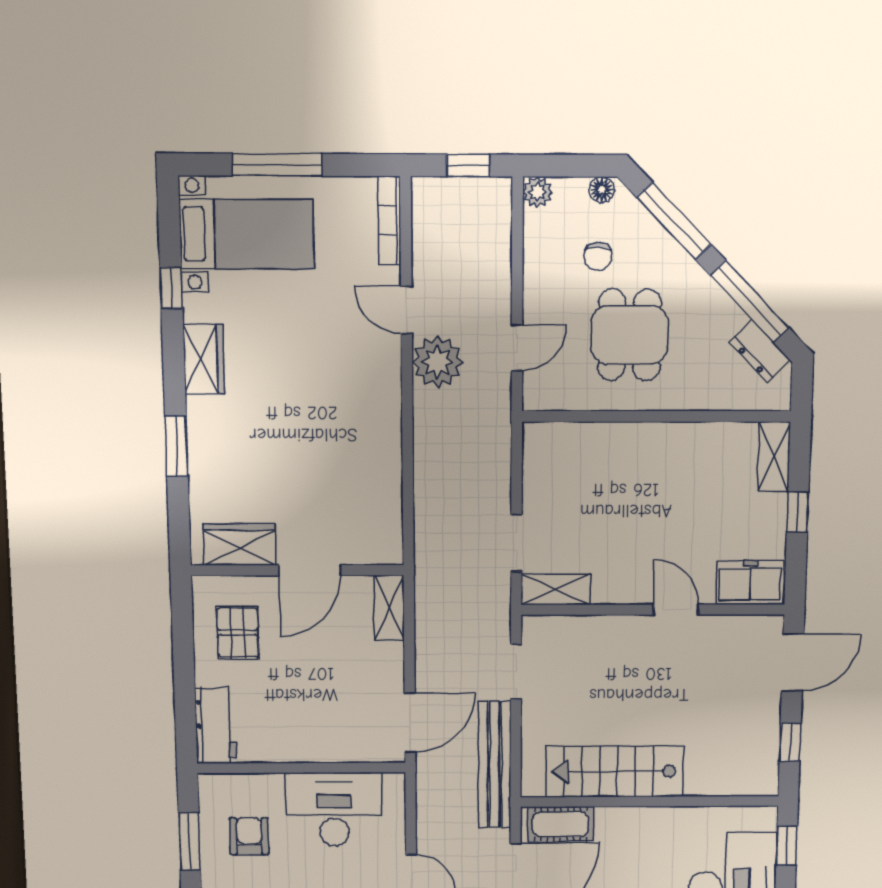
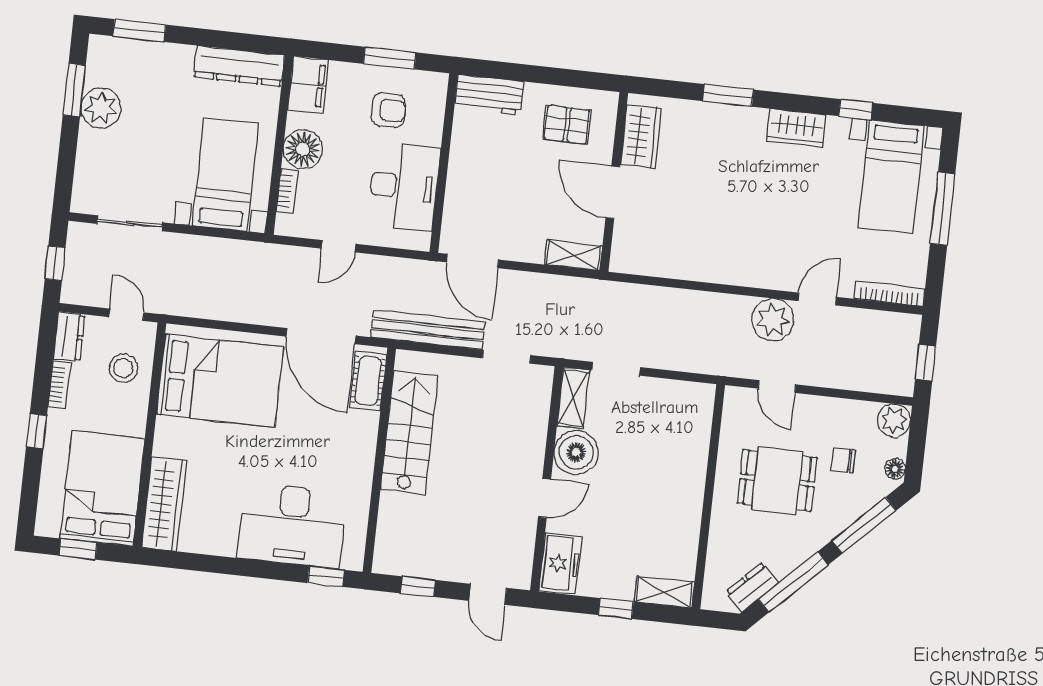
plant: (538, 192) -> (894, 420), width x1.38, depth x1.38
boiler: (619, 579) -> (576, 452), added
door: (793, 662) -> (488, 594), width x0.73

